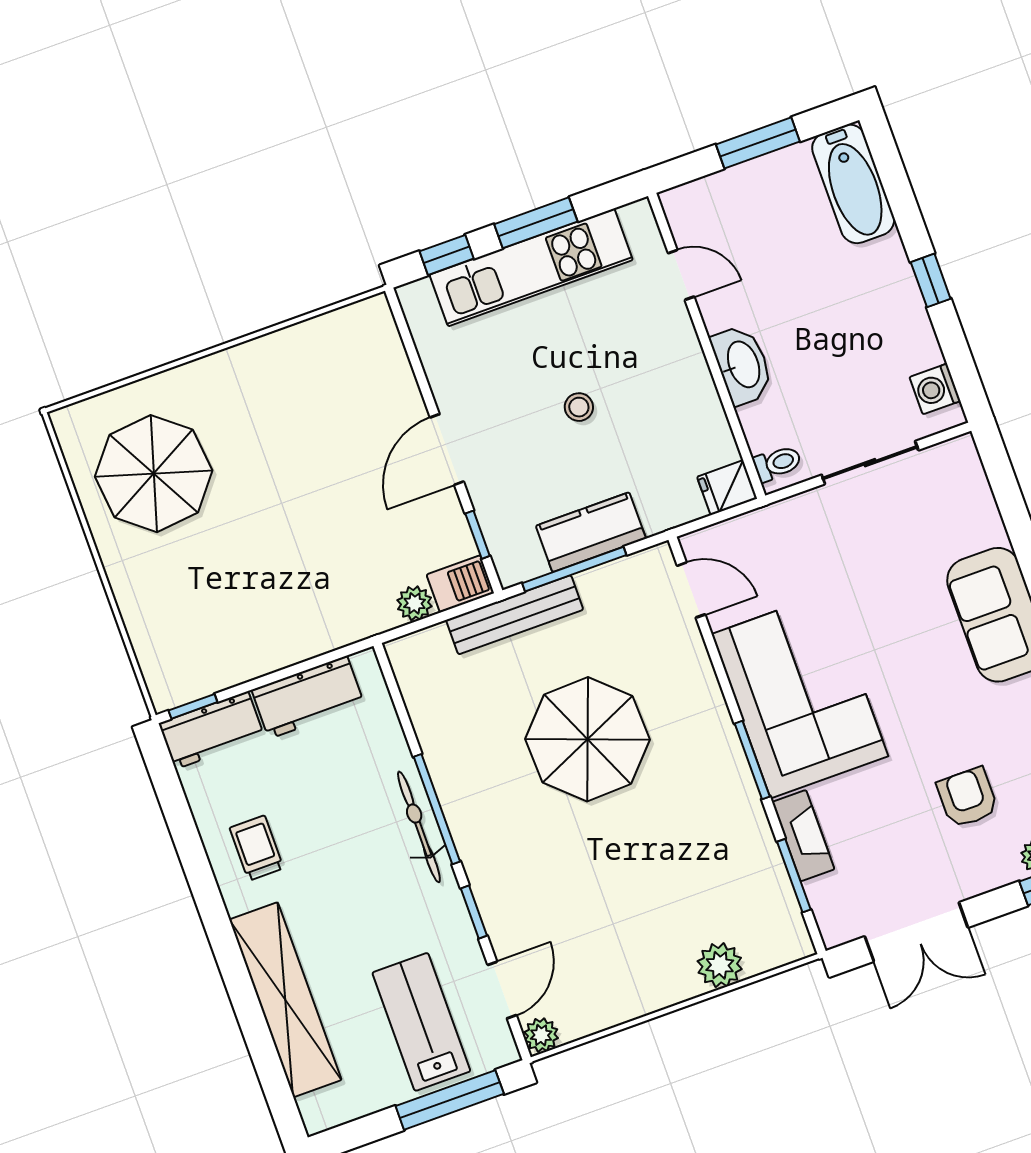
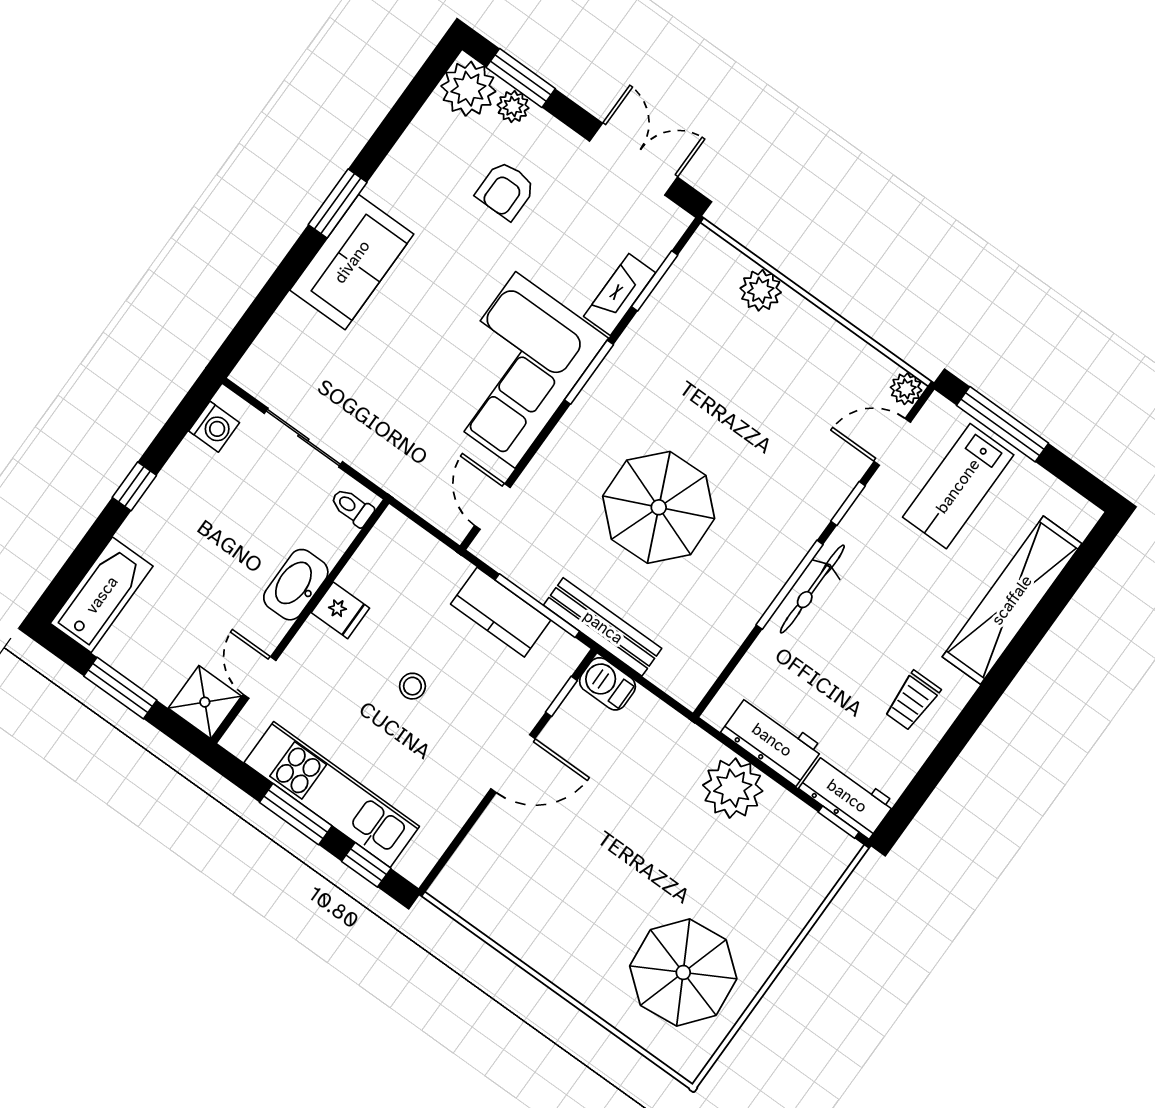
shower: (693, 210) -> (205, 702), added
fridge: (727, 488) -> (340, 610), moved
plant: (415, 603) -> (733, 788), moved, width x1.88, depth x1.88

